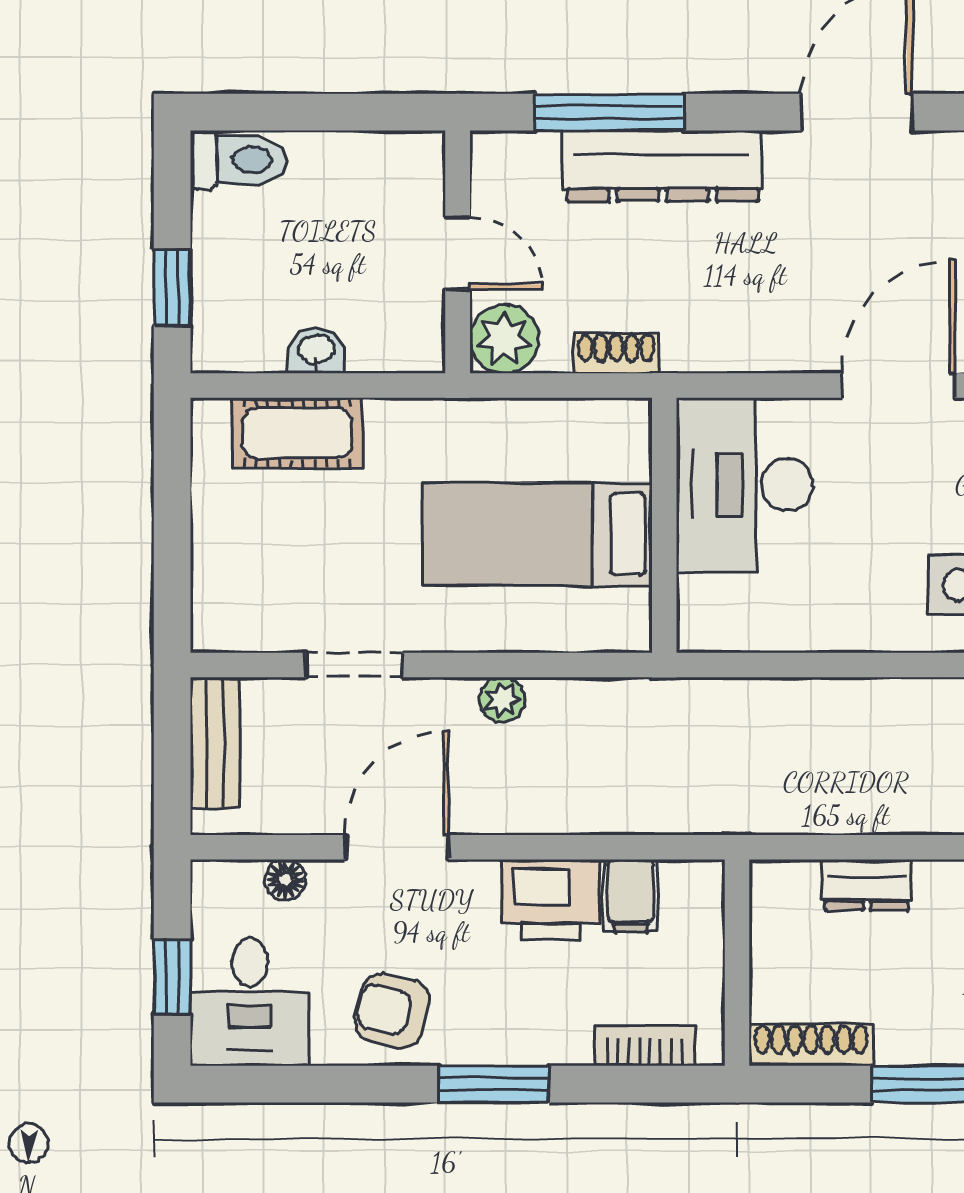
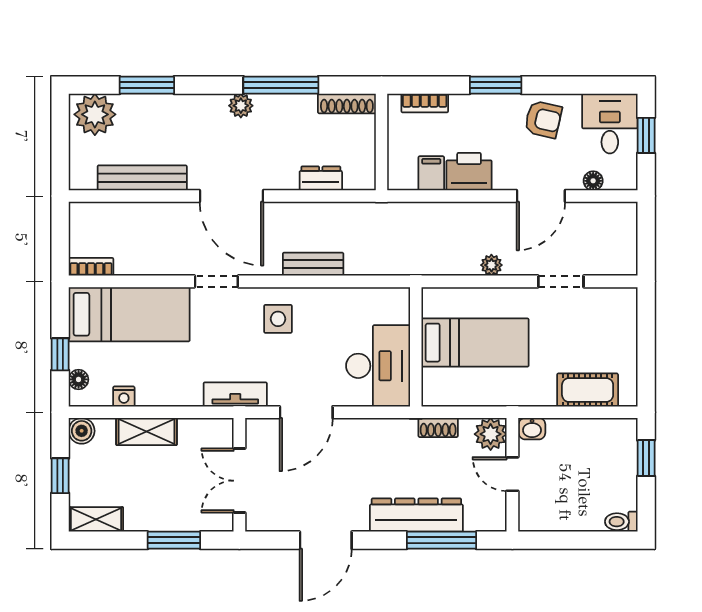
toilet: (239, 160) -> (621, 522), width x0.73, depth x0.72
washbasin: (316, 350) -> (532, 429), moved
bench: (215, 743) -> (313, 264), moved, turned 90

